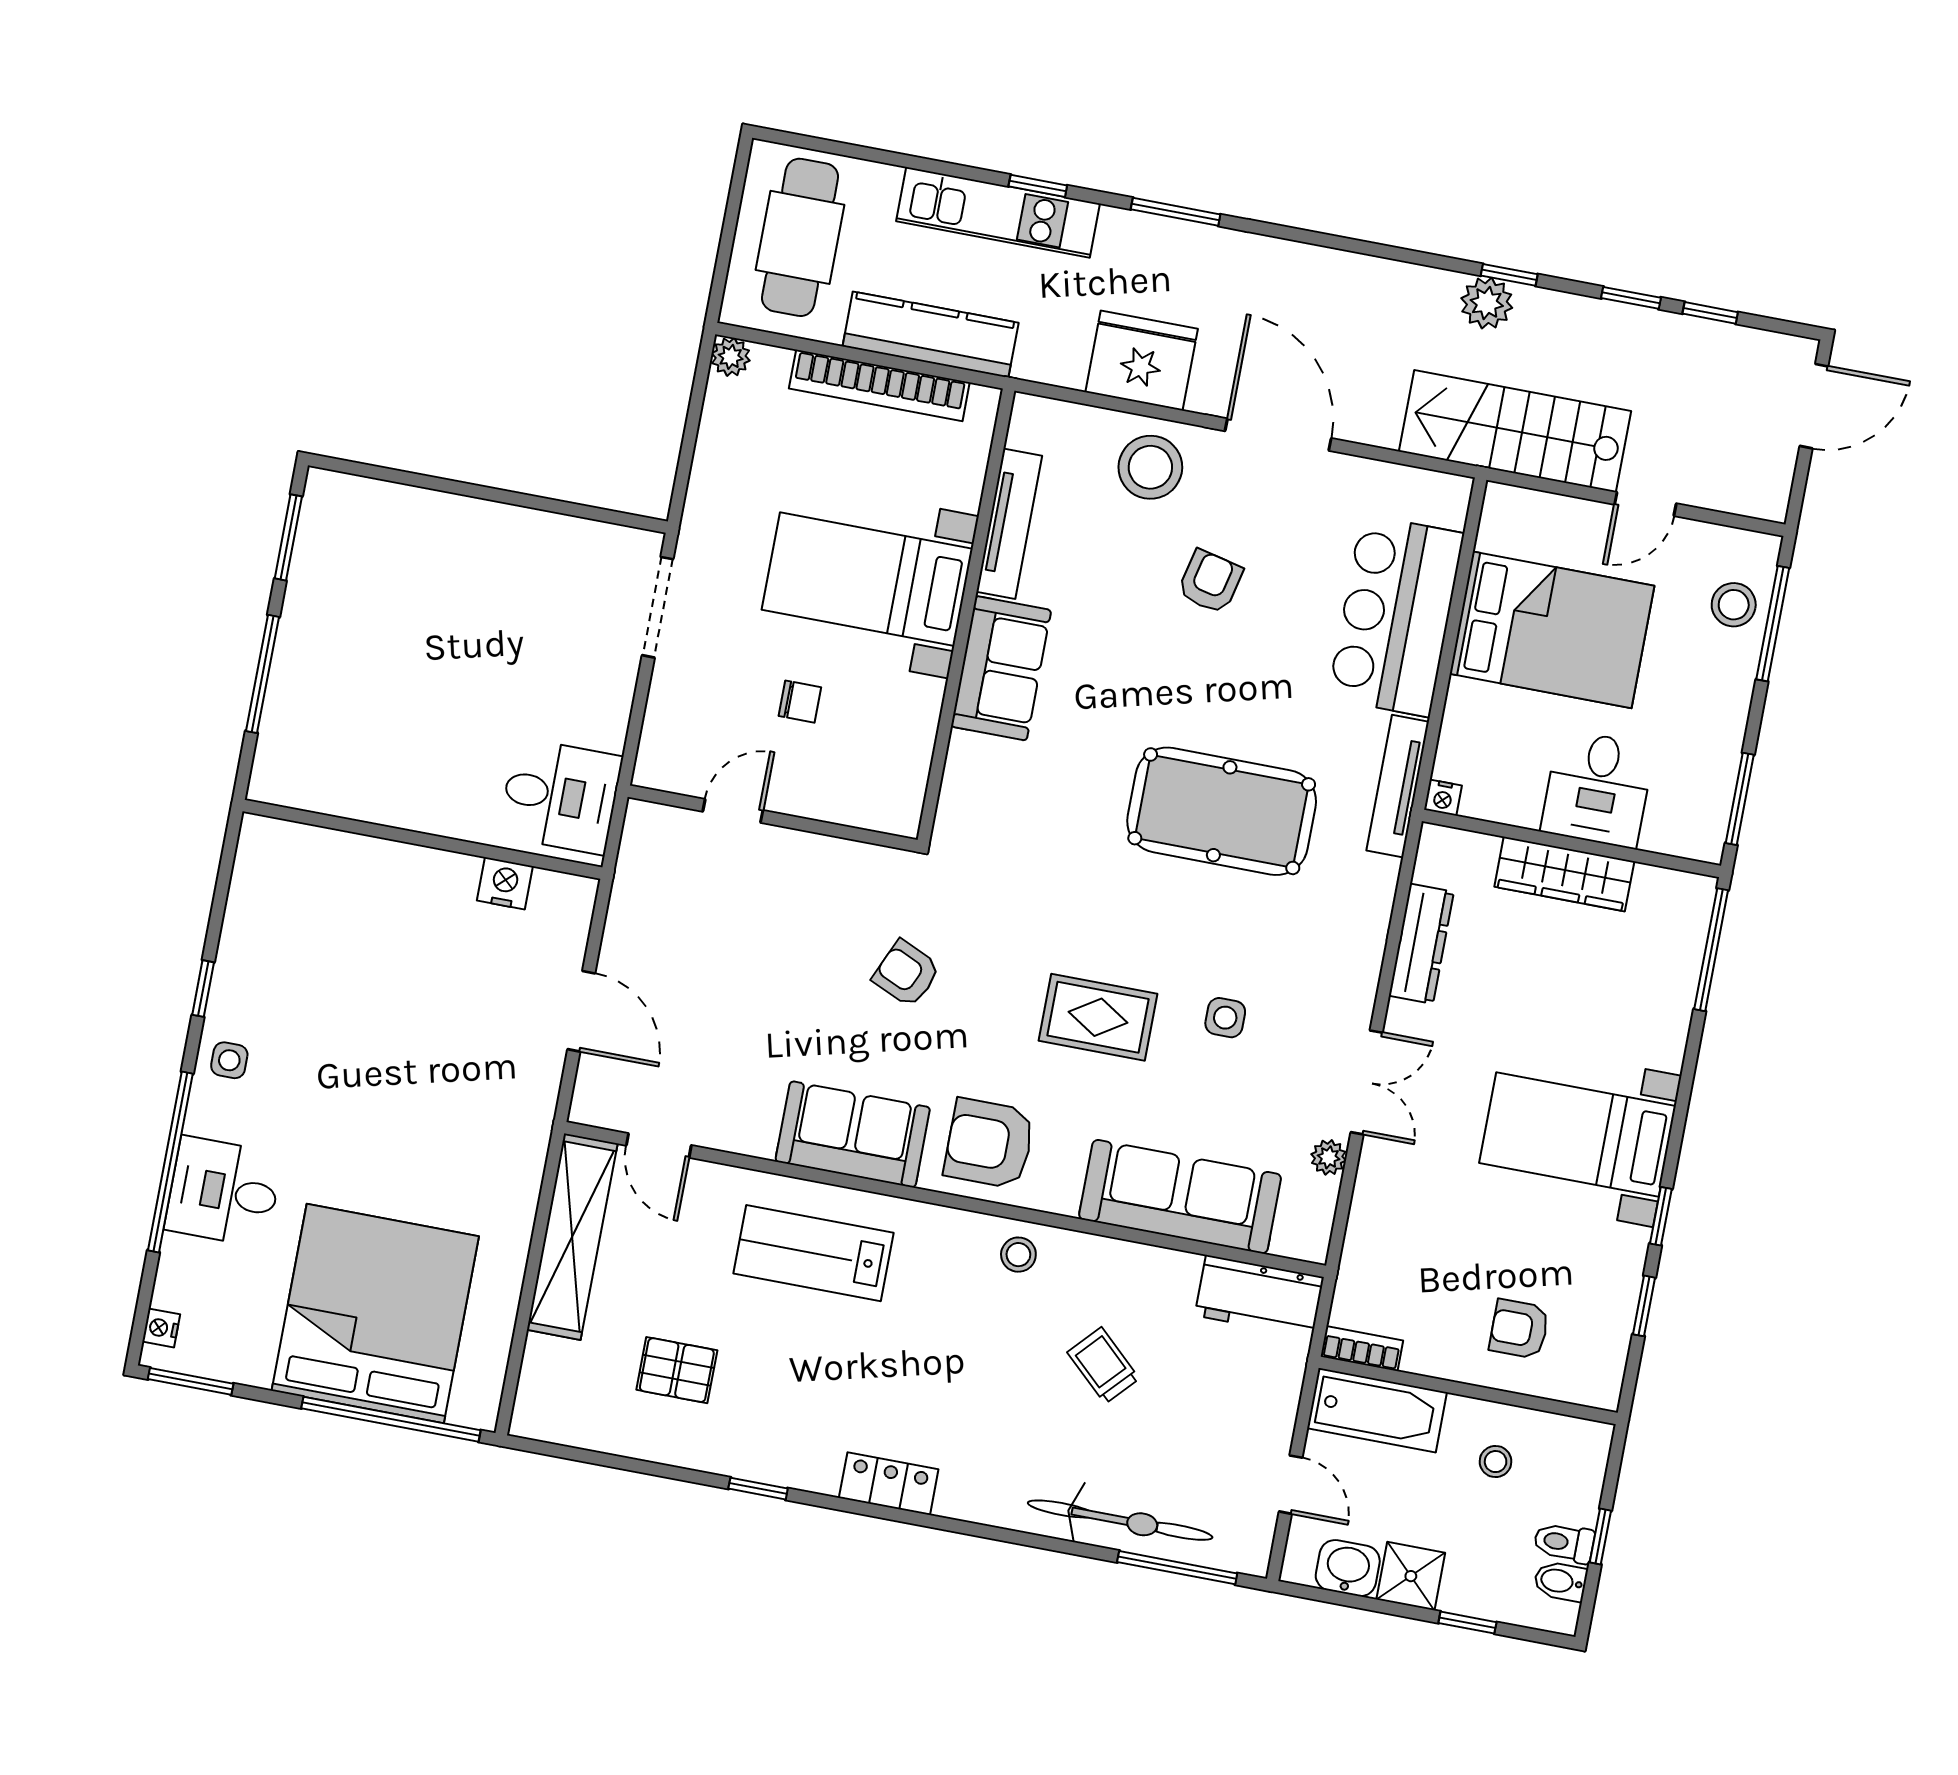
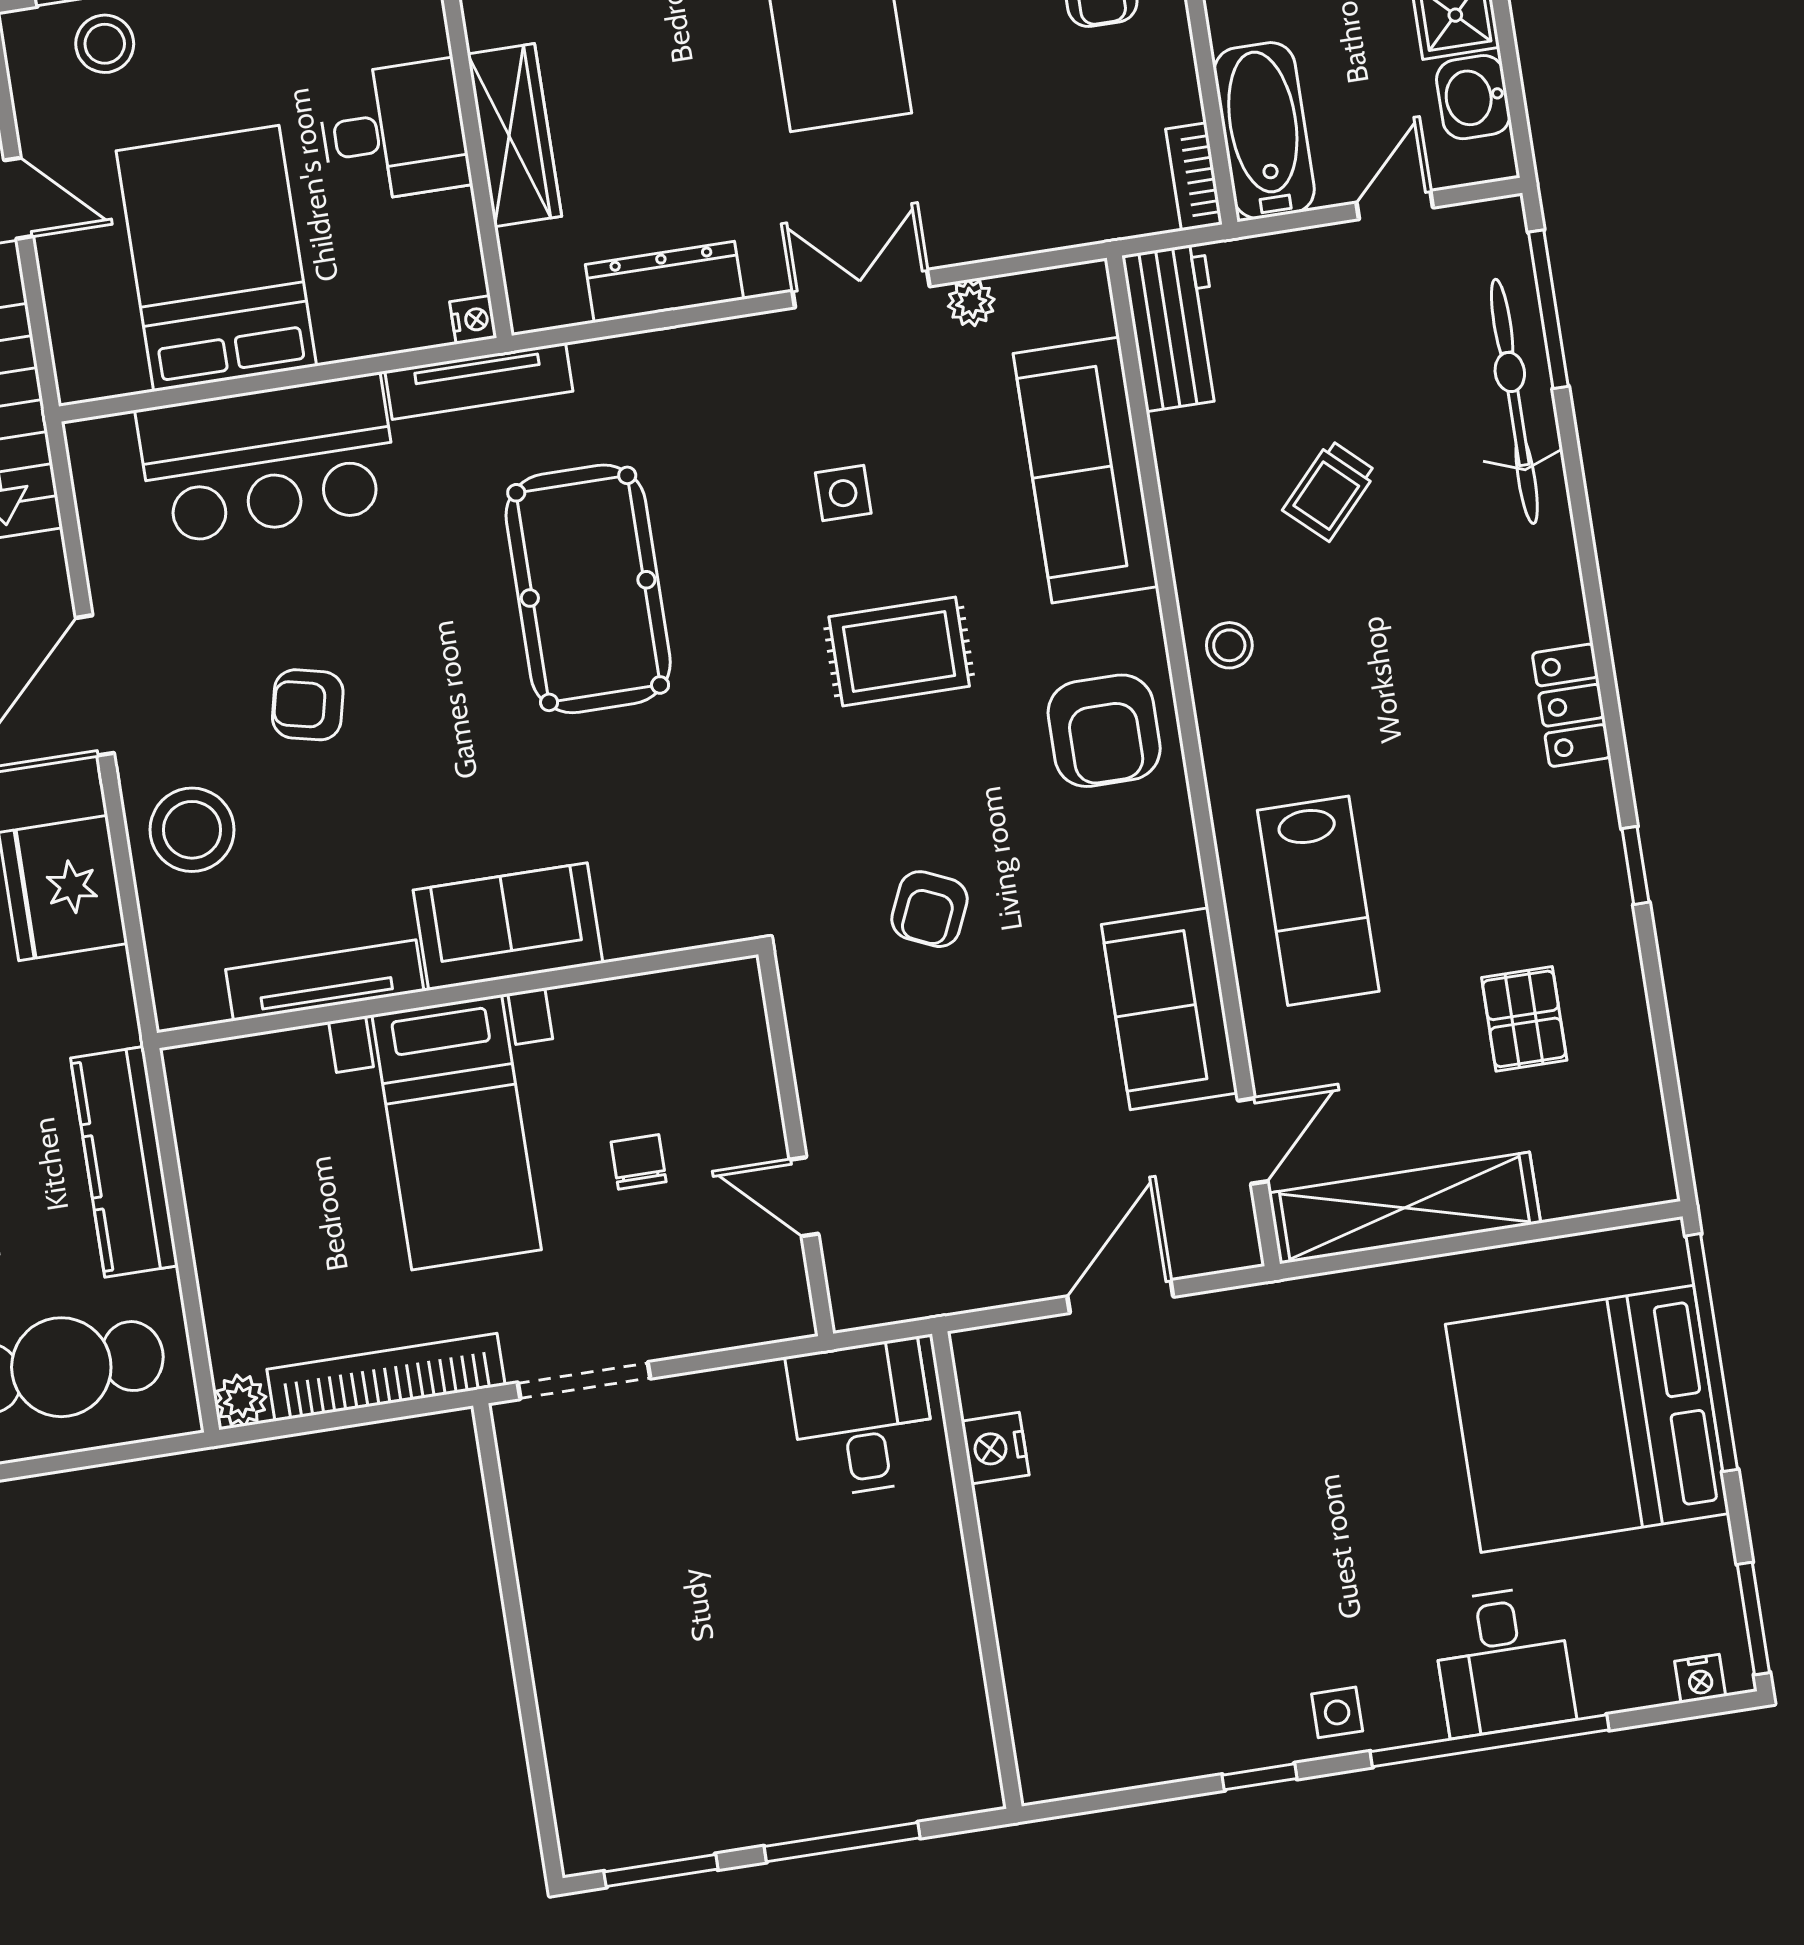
bookcase: (879, 385) -> (386, 1377), moved, turned -90
rug: (1098, 1017) -> (899, 651), turned 90
sofa: (853, 1134) -> (1170, 1009), moved

